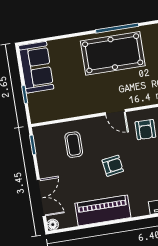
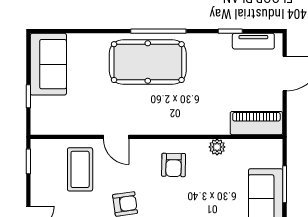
door: (115, 112) -> (116, 137), moved
coffee table: (74, 145) -> (80, 169), width x1.36, depth x1.30

